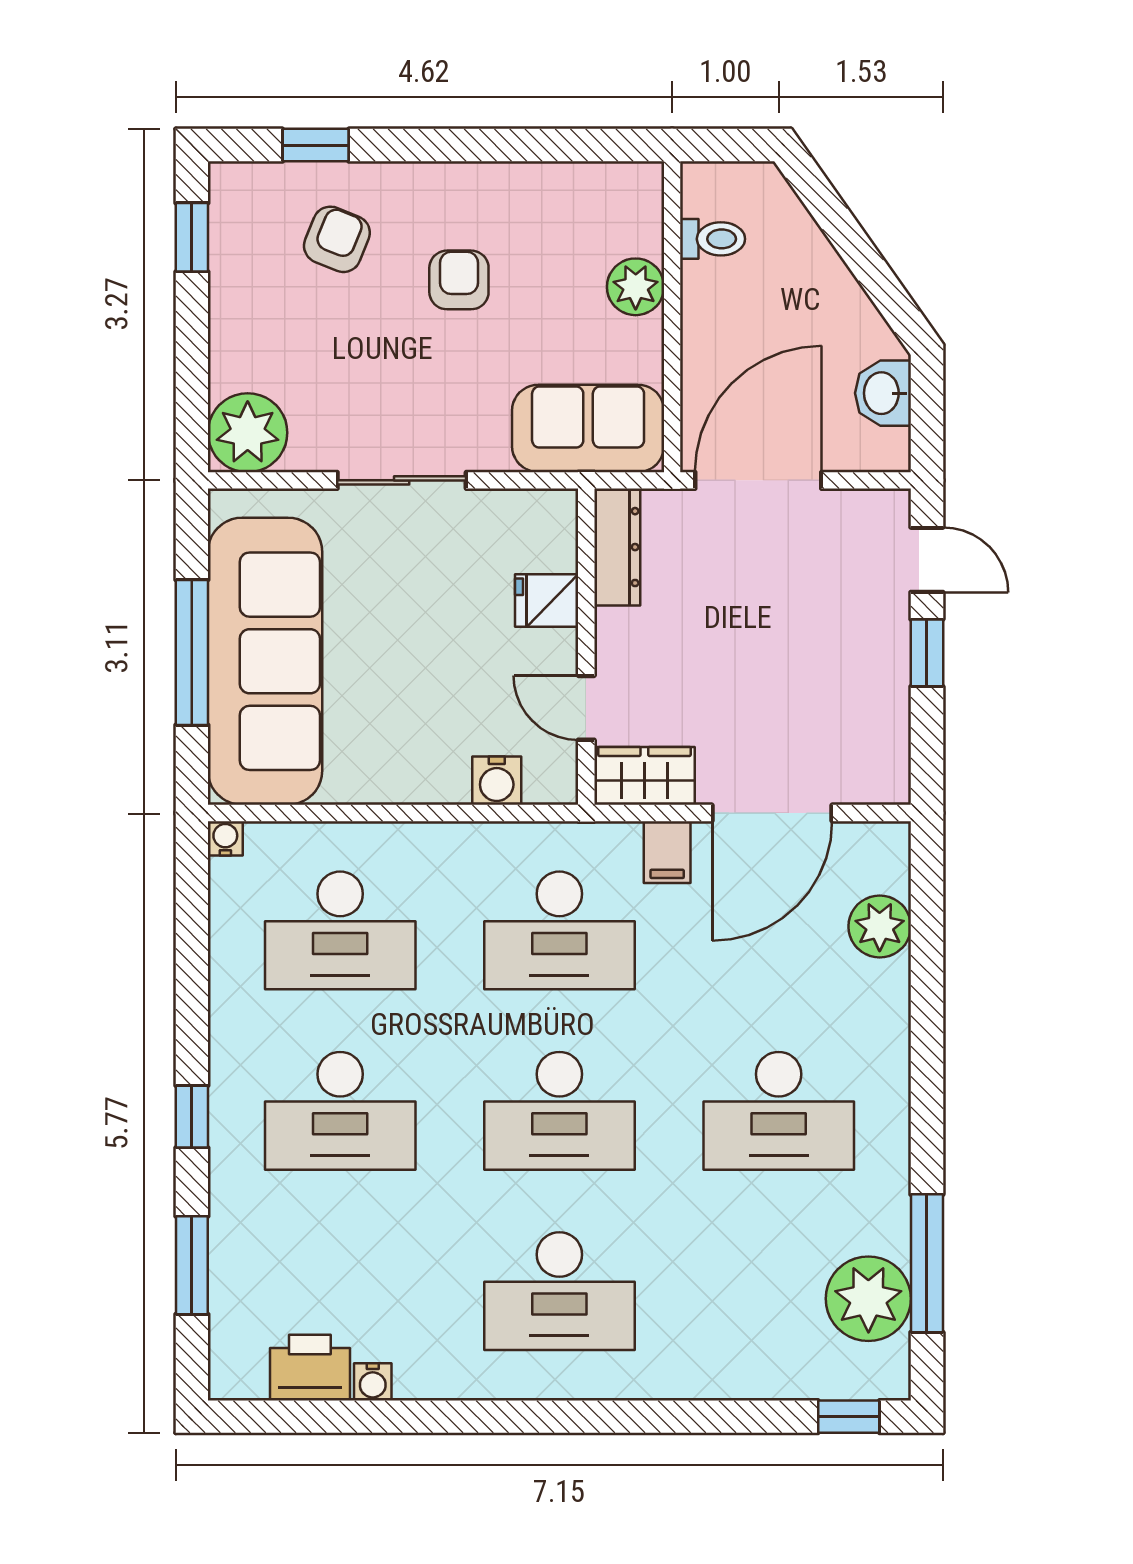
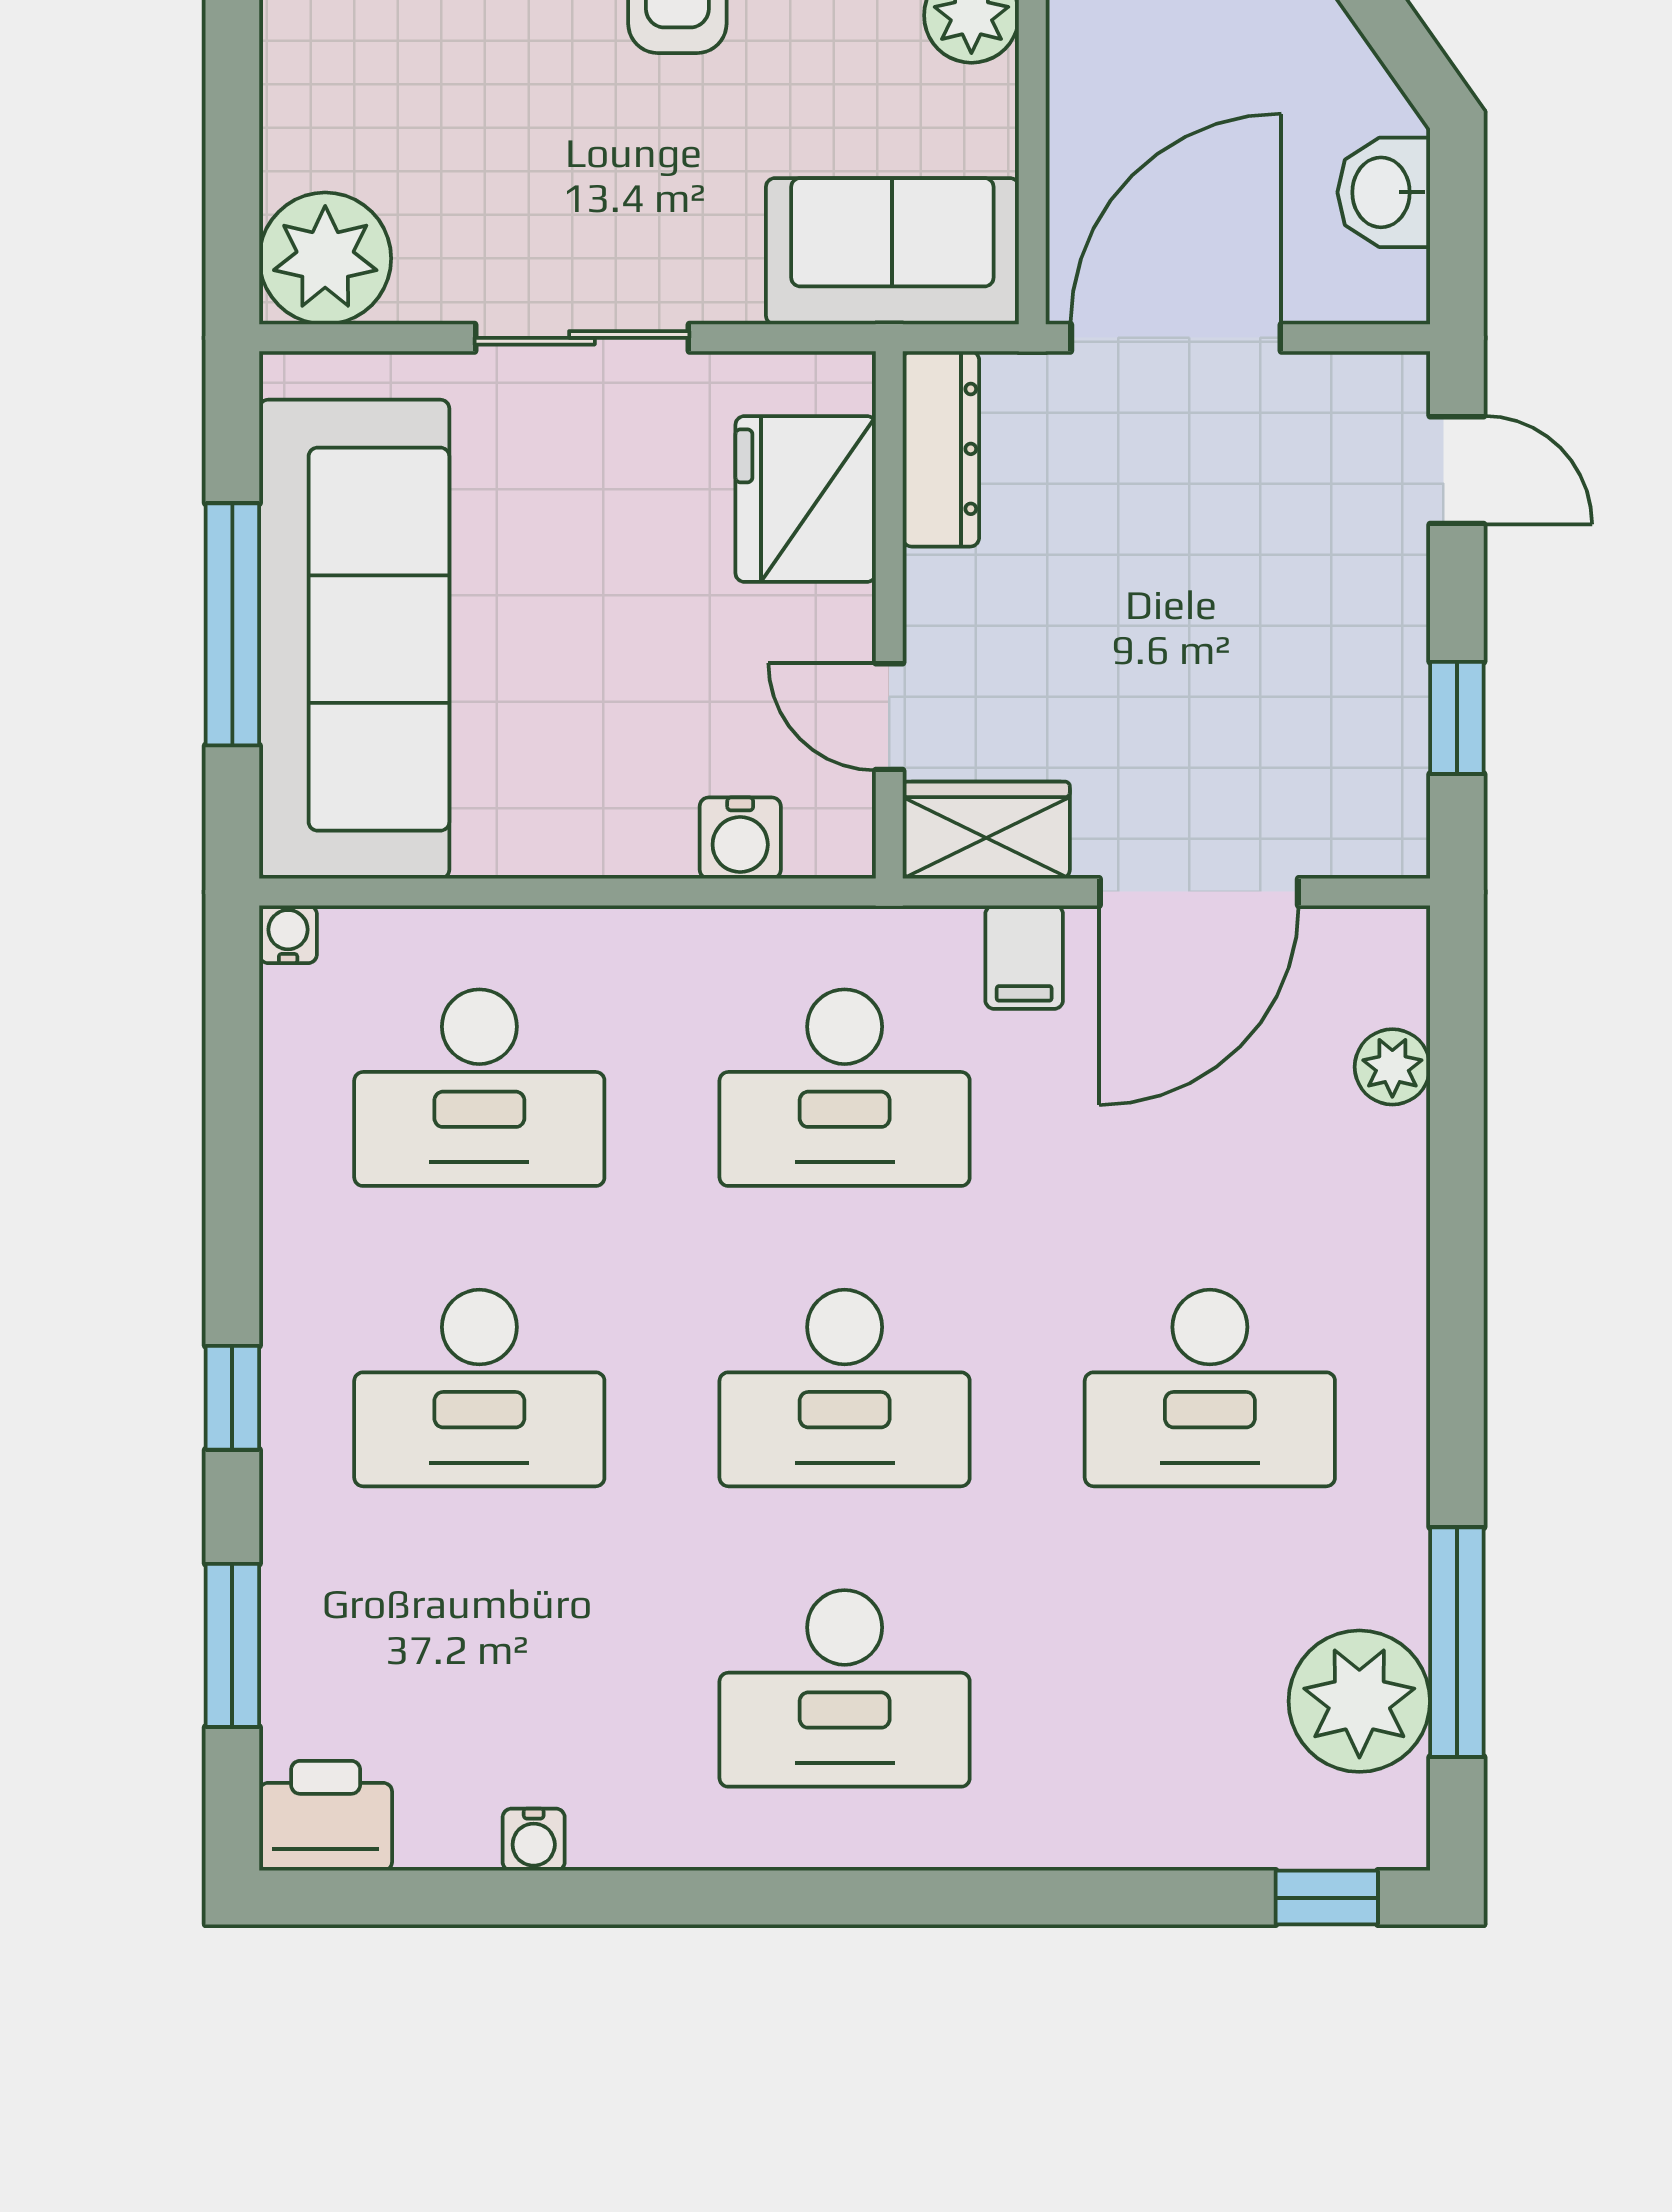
fridge: (547, 600) -> (806, 499), width x1.88, depth x1.34
window: (927, 653) -> (1457, 718), moved
plant: (880, 926) -> (1392, 1067), width x0.73, depth x0.73
printer: (310, 1368) -> (326, 1816), moved

